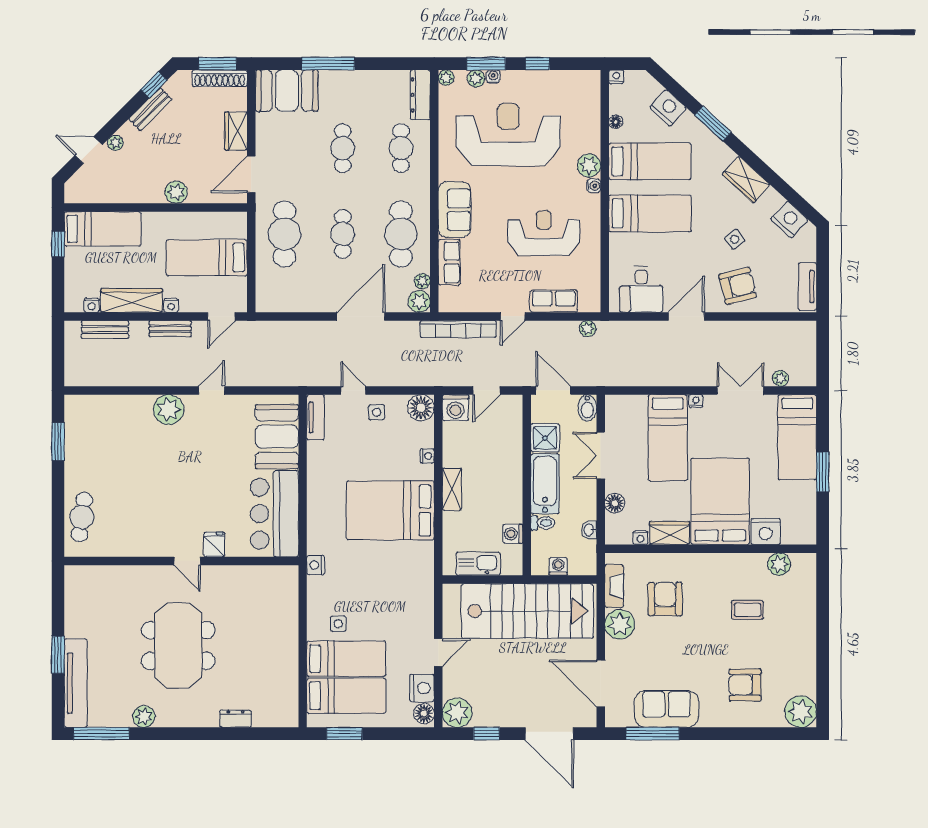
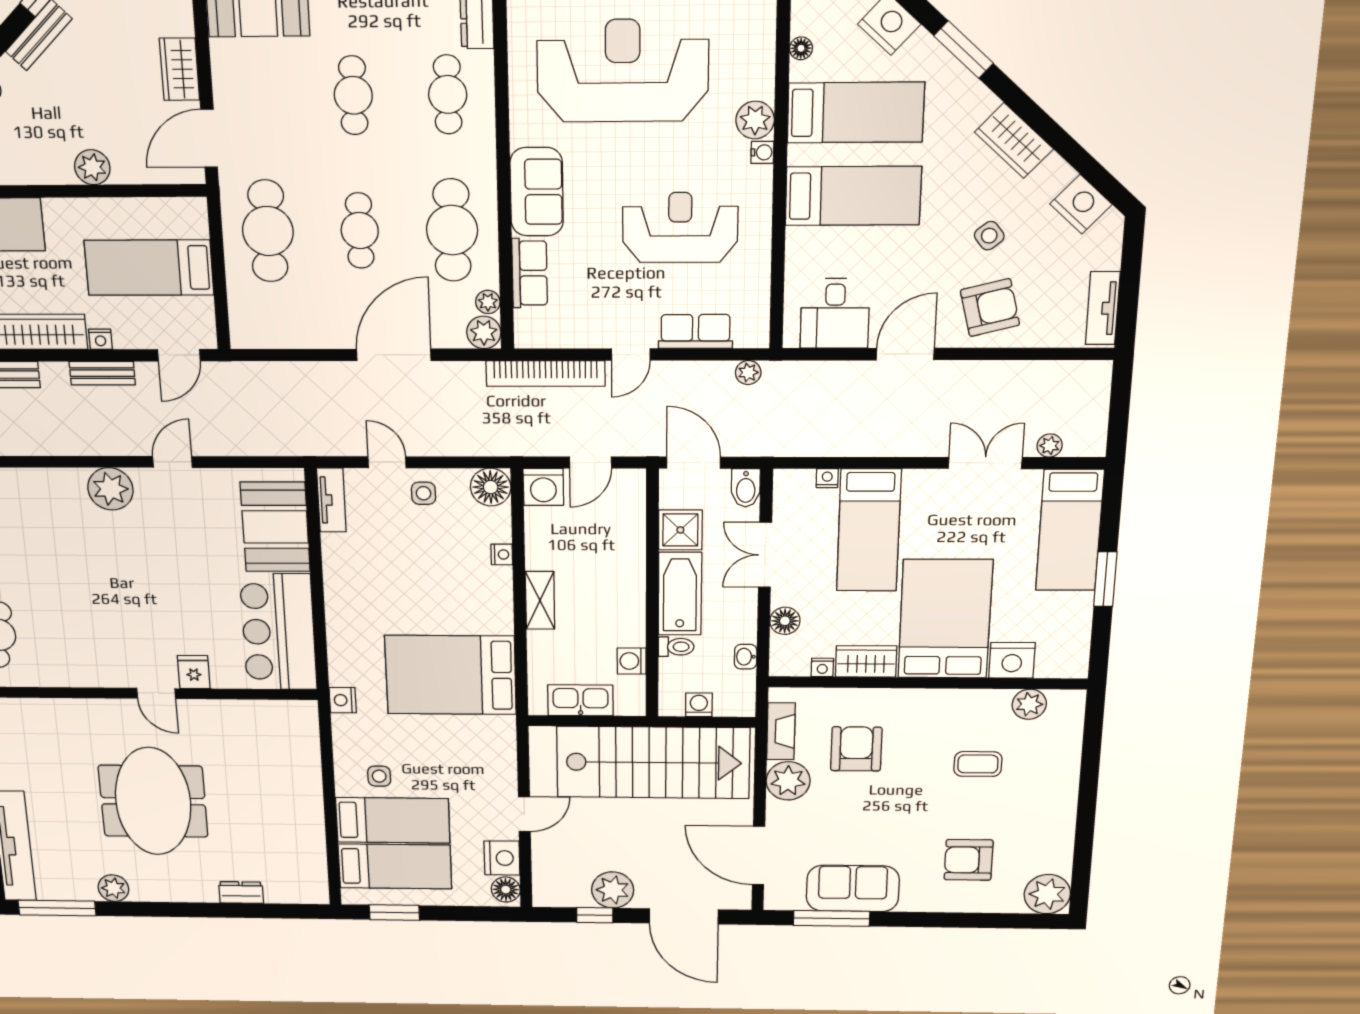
nightstand: (696, 401) -> (827, 478), moved
bed: (390, 510) -> (451, 675), moved
plant: (457, 713) -> (613, 890), moved

